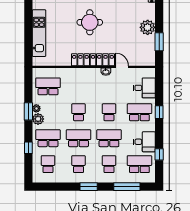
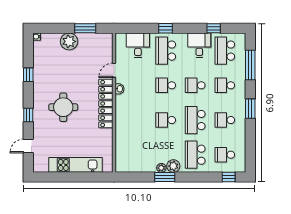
school desk: (48, 86) -> (136, 155), removed
school desk: (109, 138) -> (195, 85), width x0.54
window: (28, 148) -> (229, 177), moved

